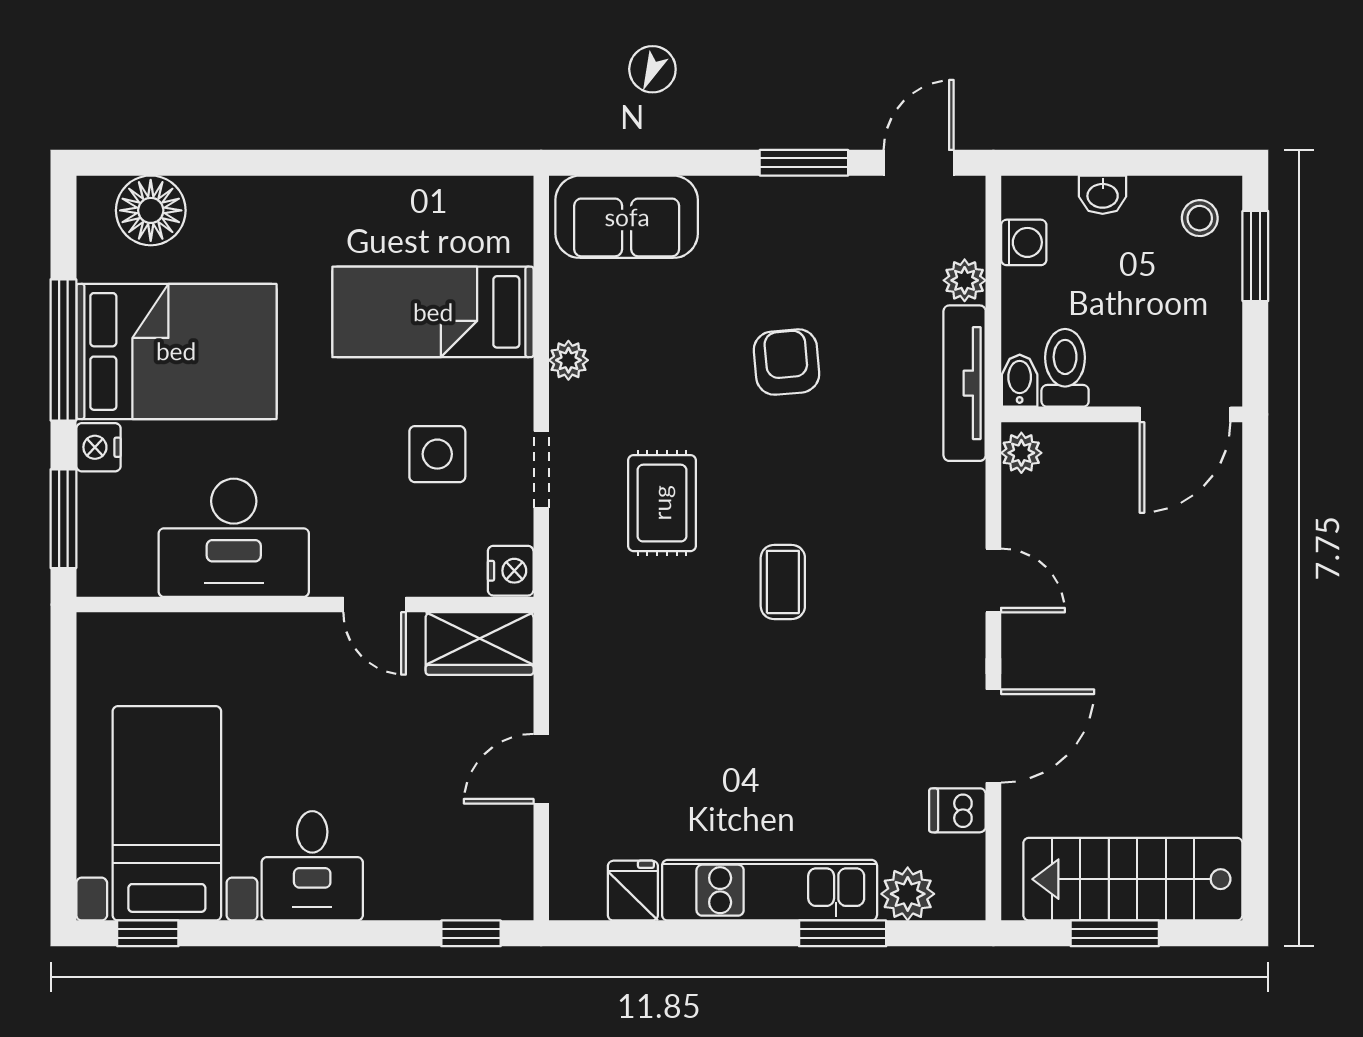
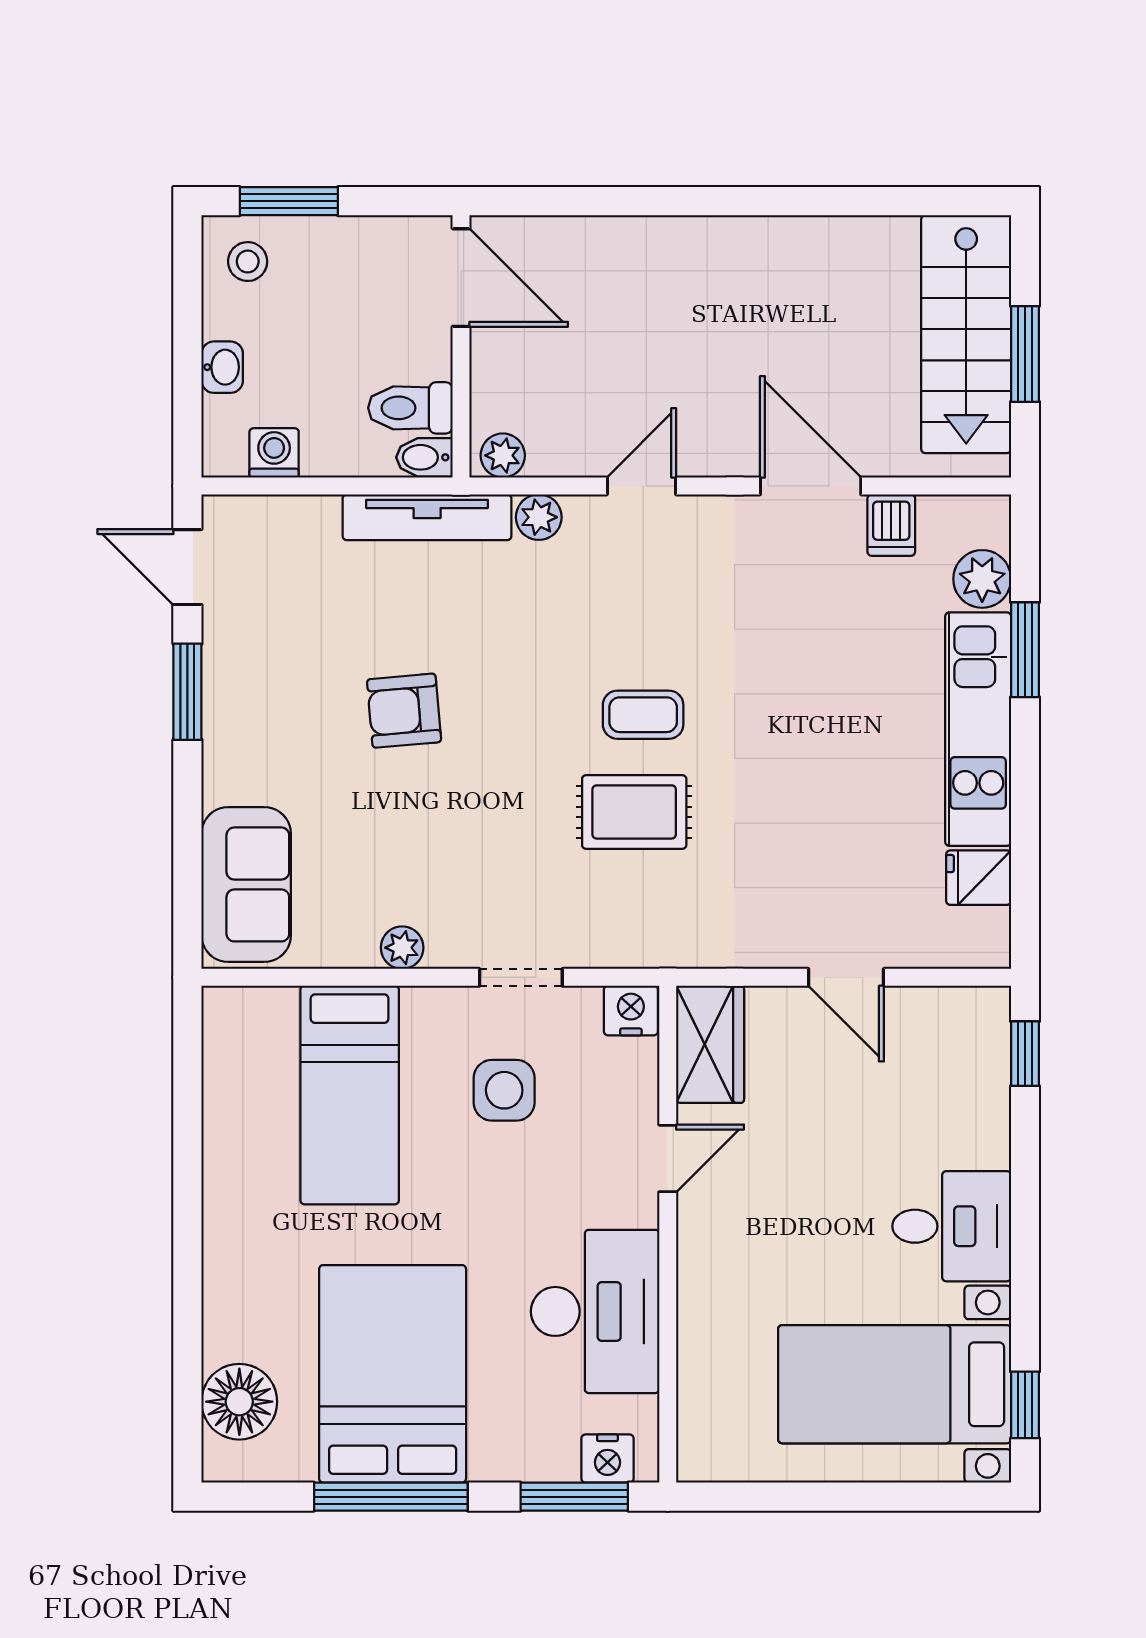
plant: (965, 280) -> (539, 517), moved
nightstand: (98, 447) -> (607, 1459), moved
rug: (662, 503) -> (634, 812), moved

